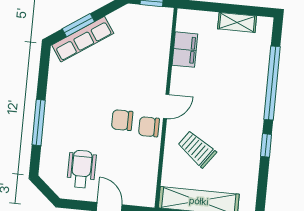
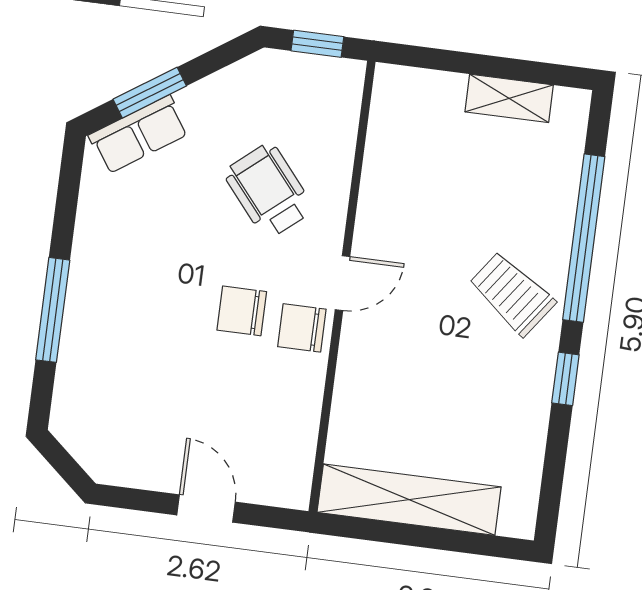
row of seats: (83, 39) -> (139, 134), width x0.68
filing cabinet: (185, 50) -> (389, 156), removed
trolley: (197, 149) -> (512, 294), moved
wheelchair: (82, 169) -> (269, 191), moved, turned -40

